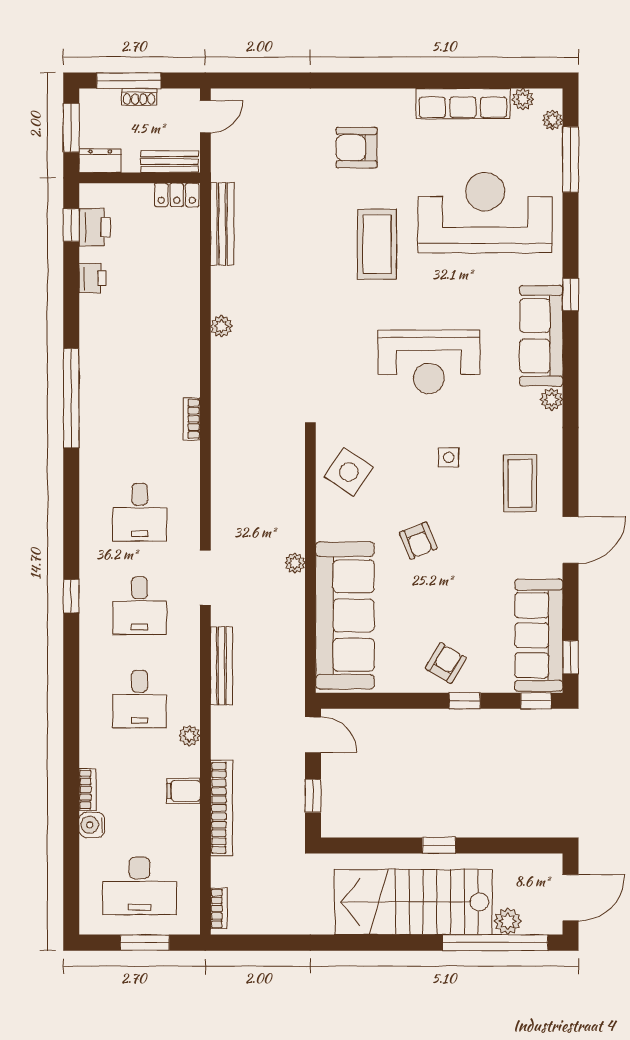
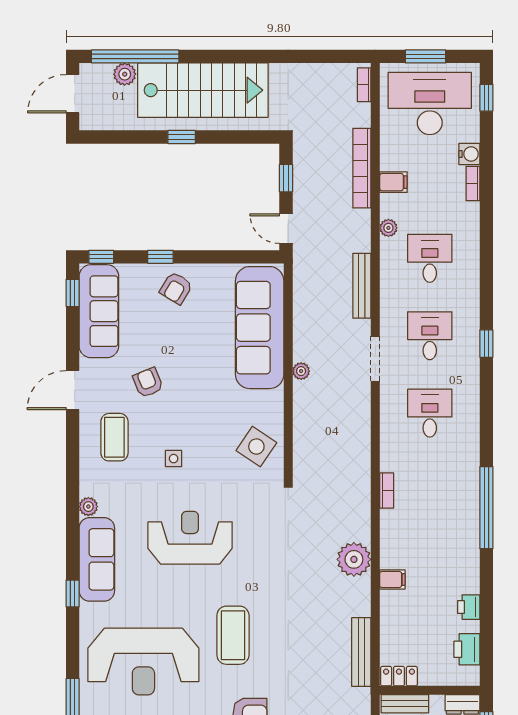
window: (71, 225) -> (486, 98), moved
filing cabinet: (185, 311) -> (392, 579), added
plant: (221, 326) -> (354, 559), width x1.87, depth x1.87
armchair: (418, 541) -> (148, 383), moved
desk: (140, 886) -> (430, 103), width x1.36, depth x1.30

